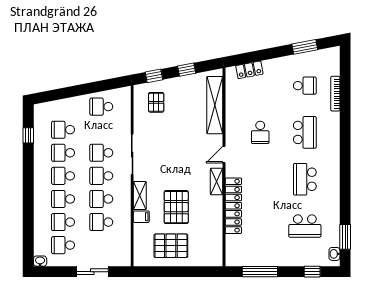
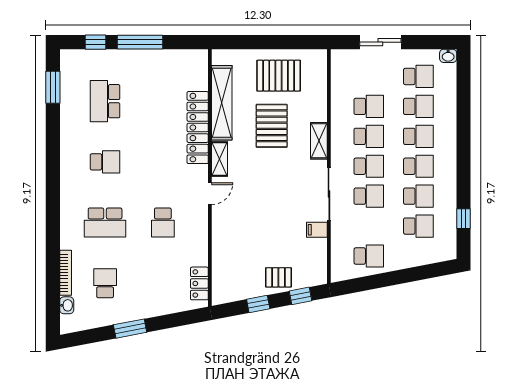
window: (305, 47) -> (130, 329), moved
locker: (249, 70) -> (199, 283), moved, turned -79
school desk: (305, 86) -> (105, 283), turned 90
pallet: (156, 102) -> (278, 277), moved, turned 90
shelving: (215, 105) -> (222, 103), moved
school desk: (260, 132) -> (163, 223), turned 180
school desk: (305, 132) -> (105, 223), turned -90
school desk: (305, 179) -> (105, 162), width x0.54
filing cabinet: (141, 217) -> (317, 230), moved
school desk: (305, 226) -> (105, 101), turned -90
washbasin: (334, 254) -> (67, 305), moved
window: (260, 272) -> (140, 42), moved

